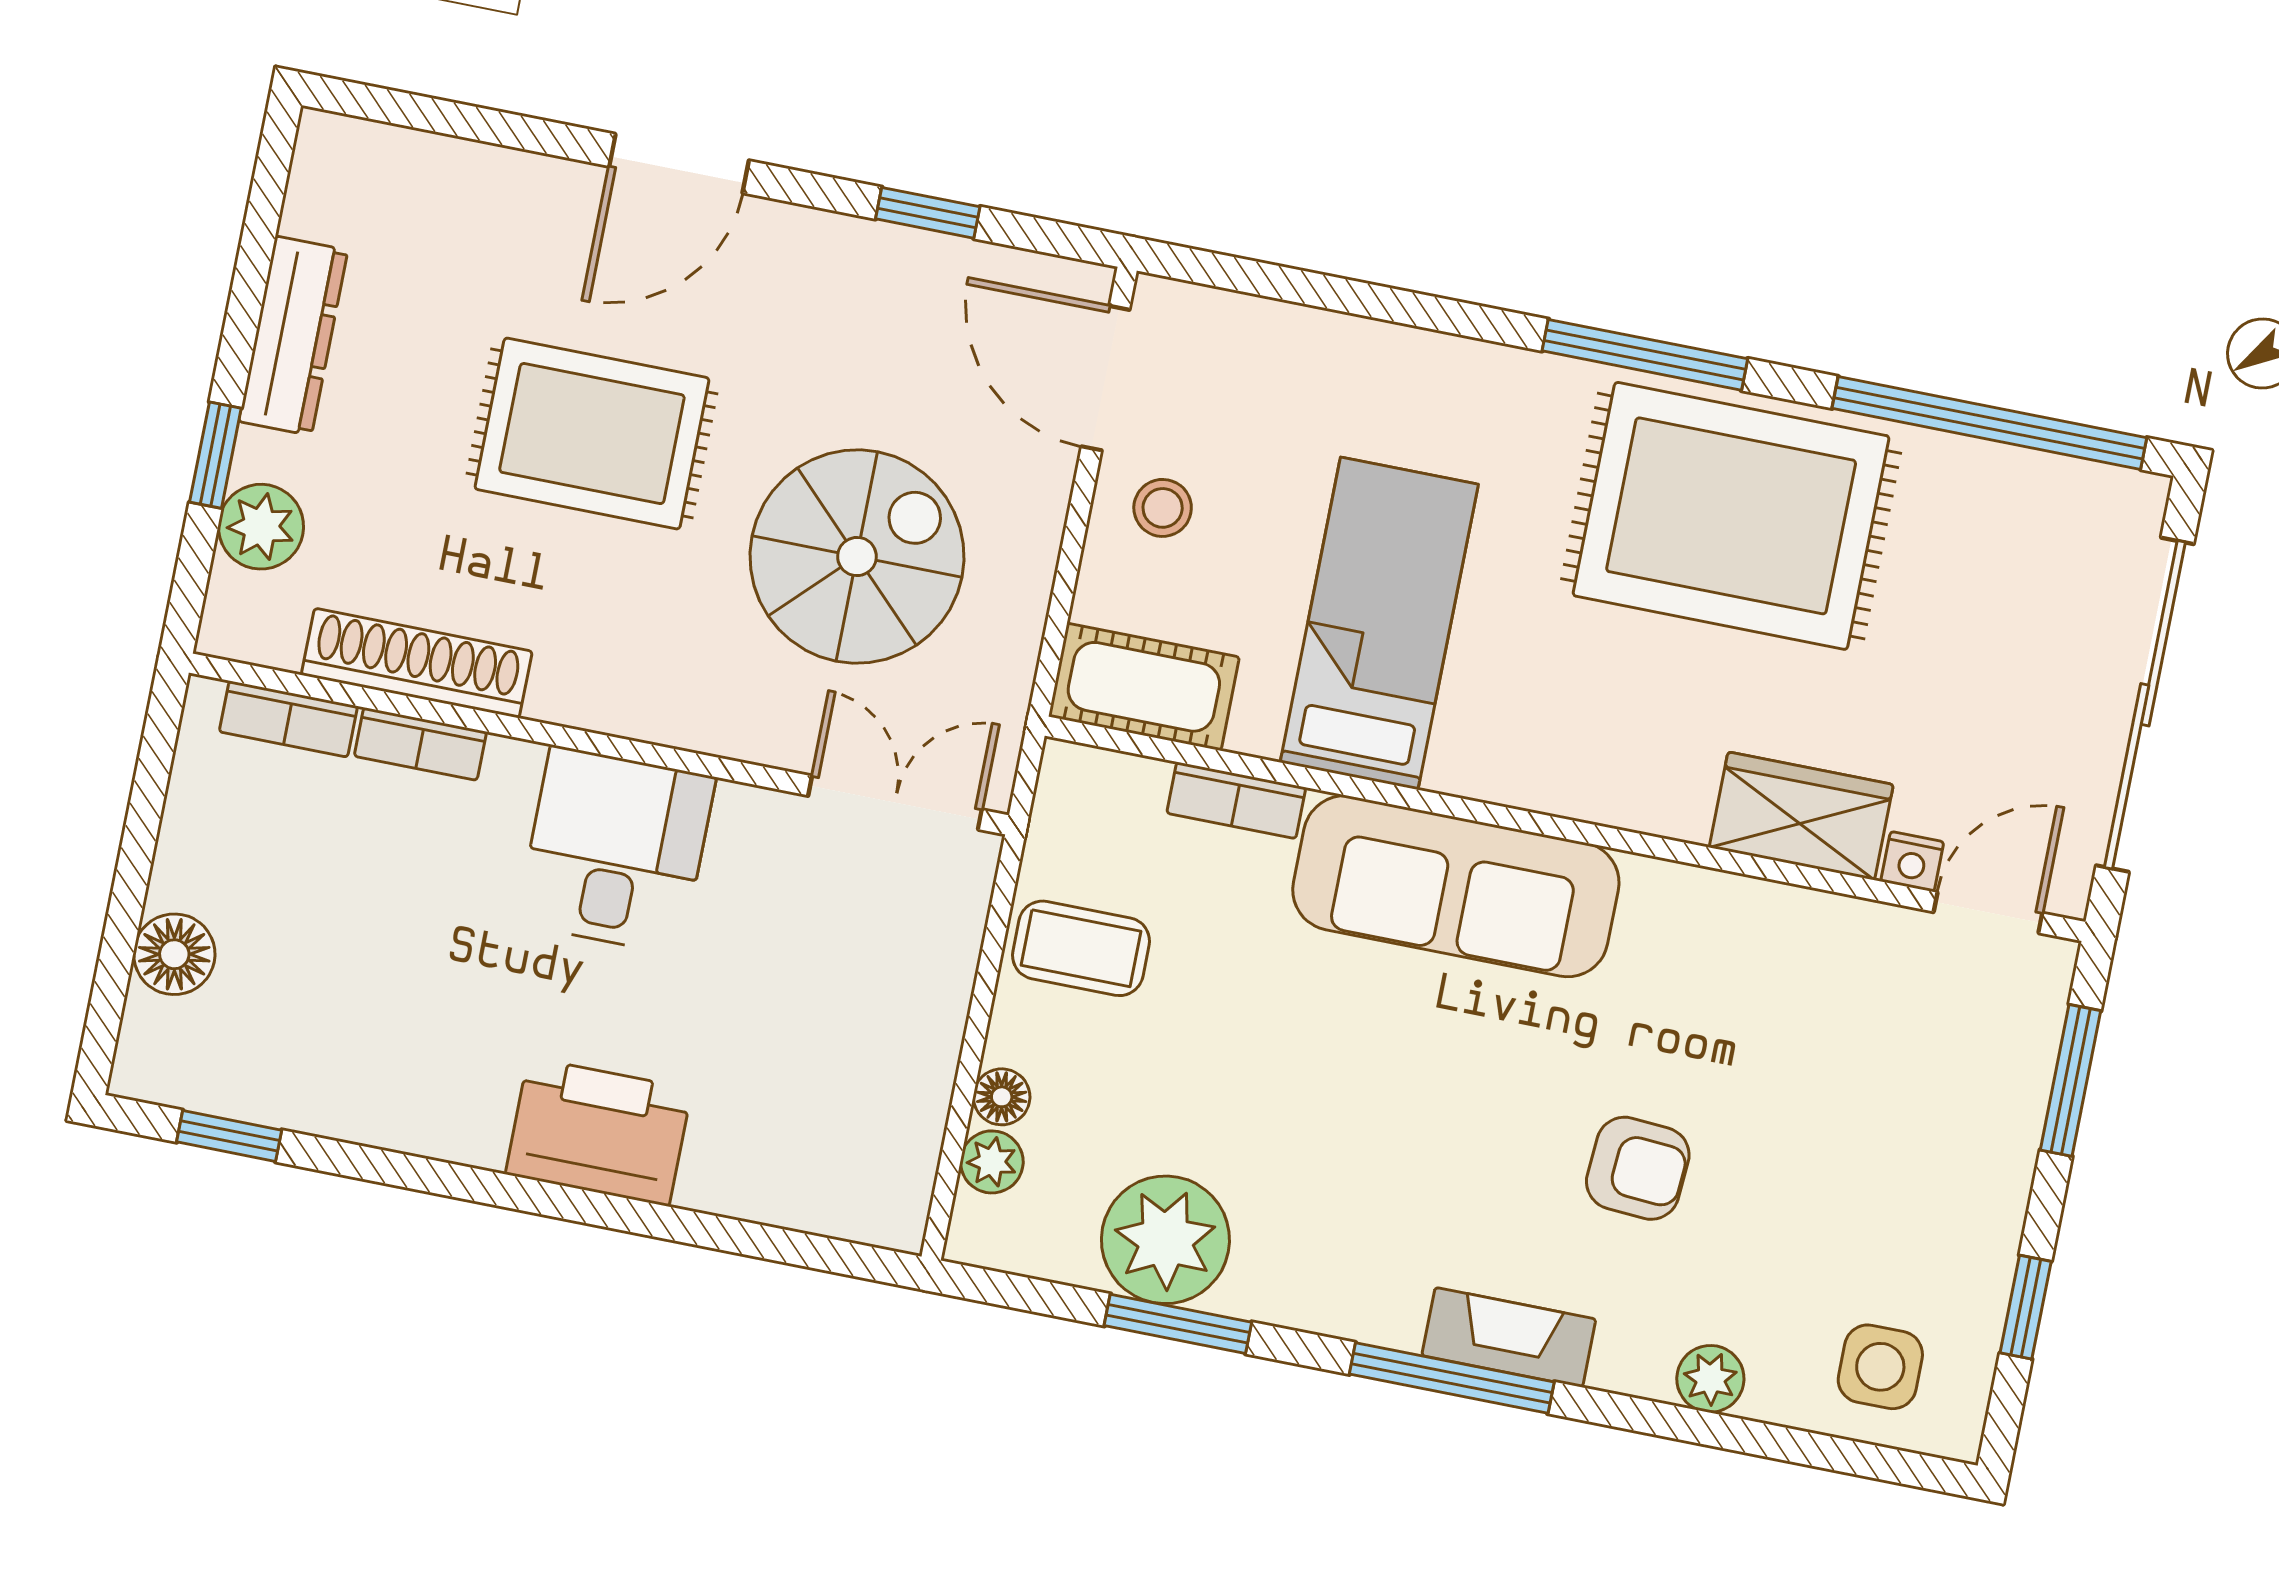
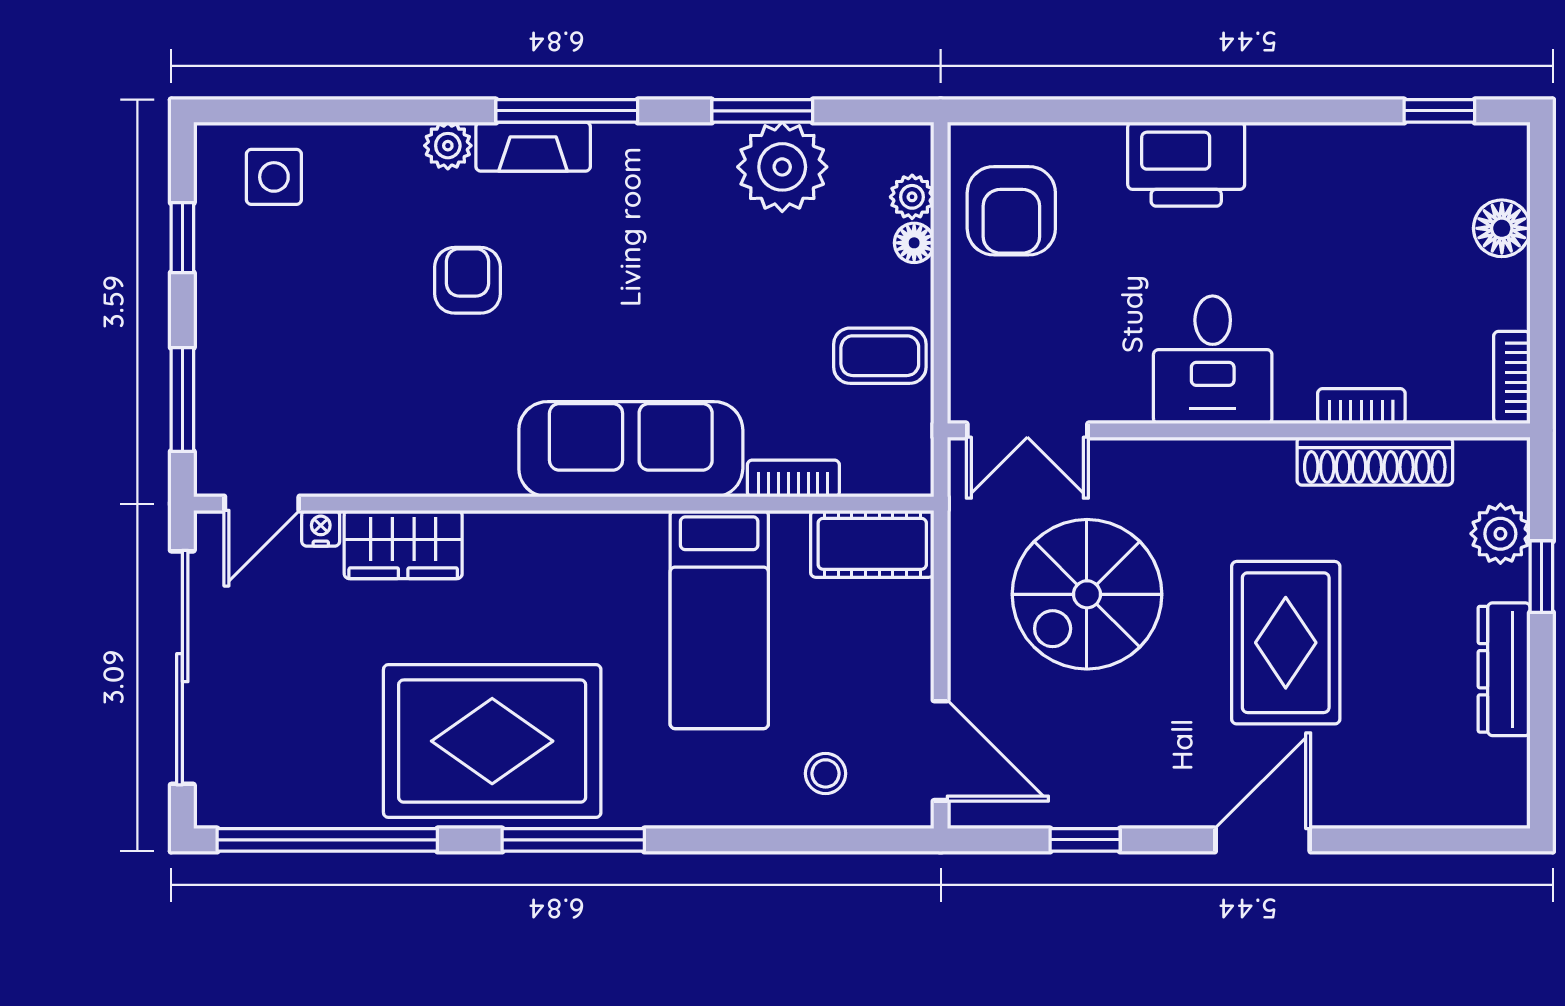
rug: (592, 434) -> (1286, 643), turned 90
stool: (1163, 508) -> (826, 773), moved
bookcase: (288, 719) -> (1512, 377), moved, turned -90
armchair: (857, 1115) -> (1011, 211), added
armchair: (1638, 1168) -> (468, 280), turned 86
plant: (1710, 1379) -> (448, 146), moved

